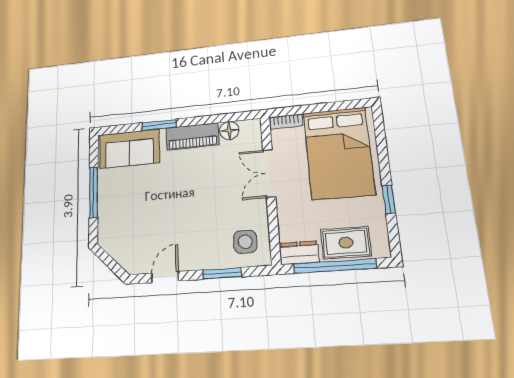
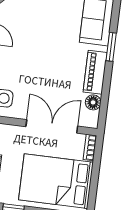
double door: (269, 173) -> (52, 126), width x1.37

